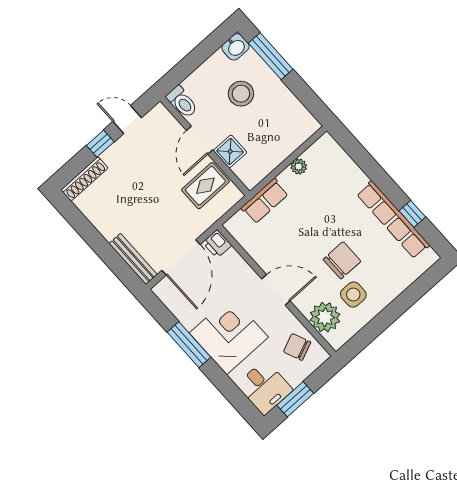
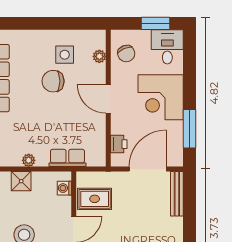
shower: (230, 151) -> (21, 181), moved
washing machine: (242, 170) -> (64, 188), added
printer: (217, 244) -> (119, 144), moved
plant: (325, 317) -> (99, 56), width x0.53, depth x0.53
window: (189, 345) -> (190, 129), moved

